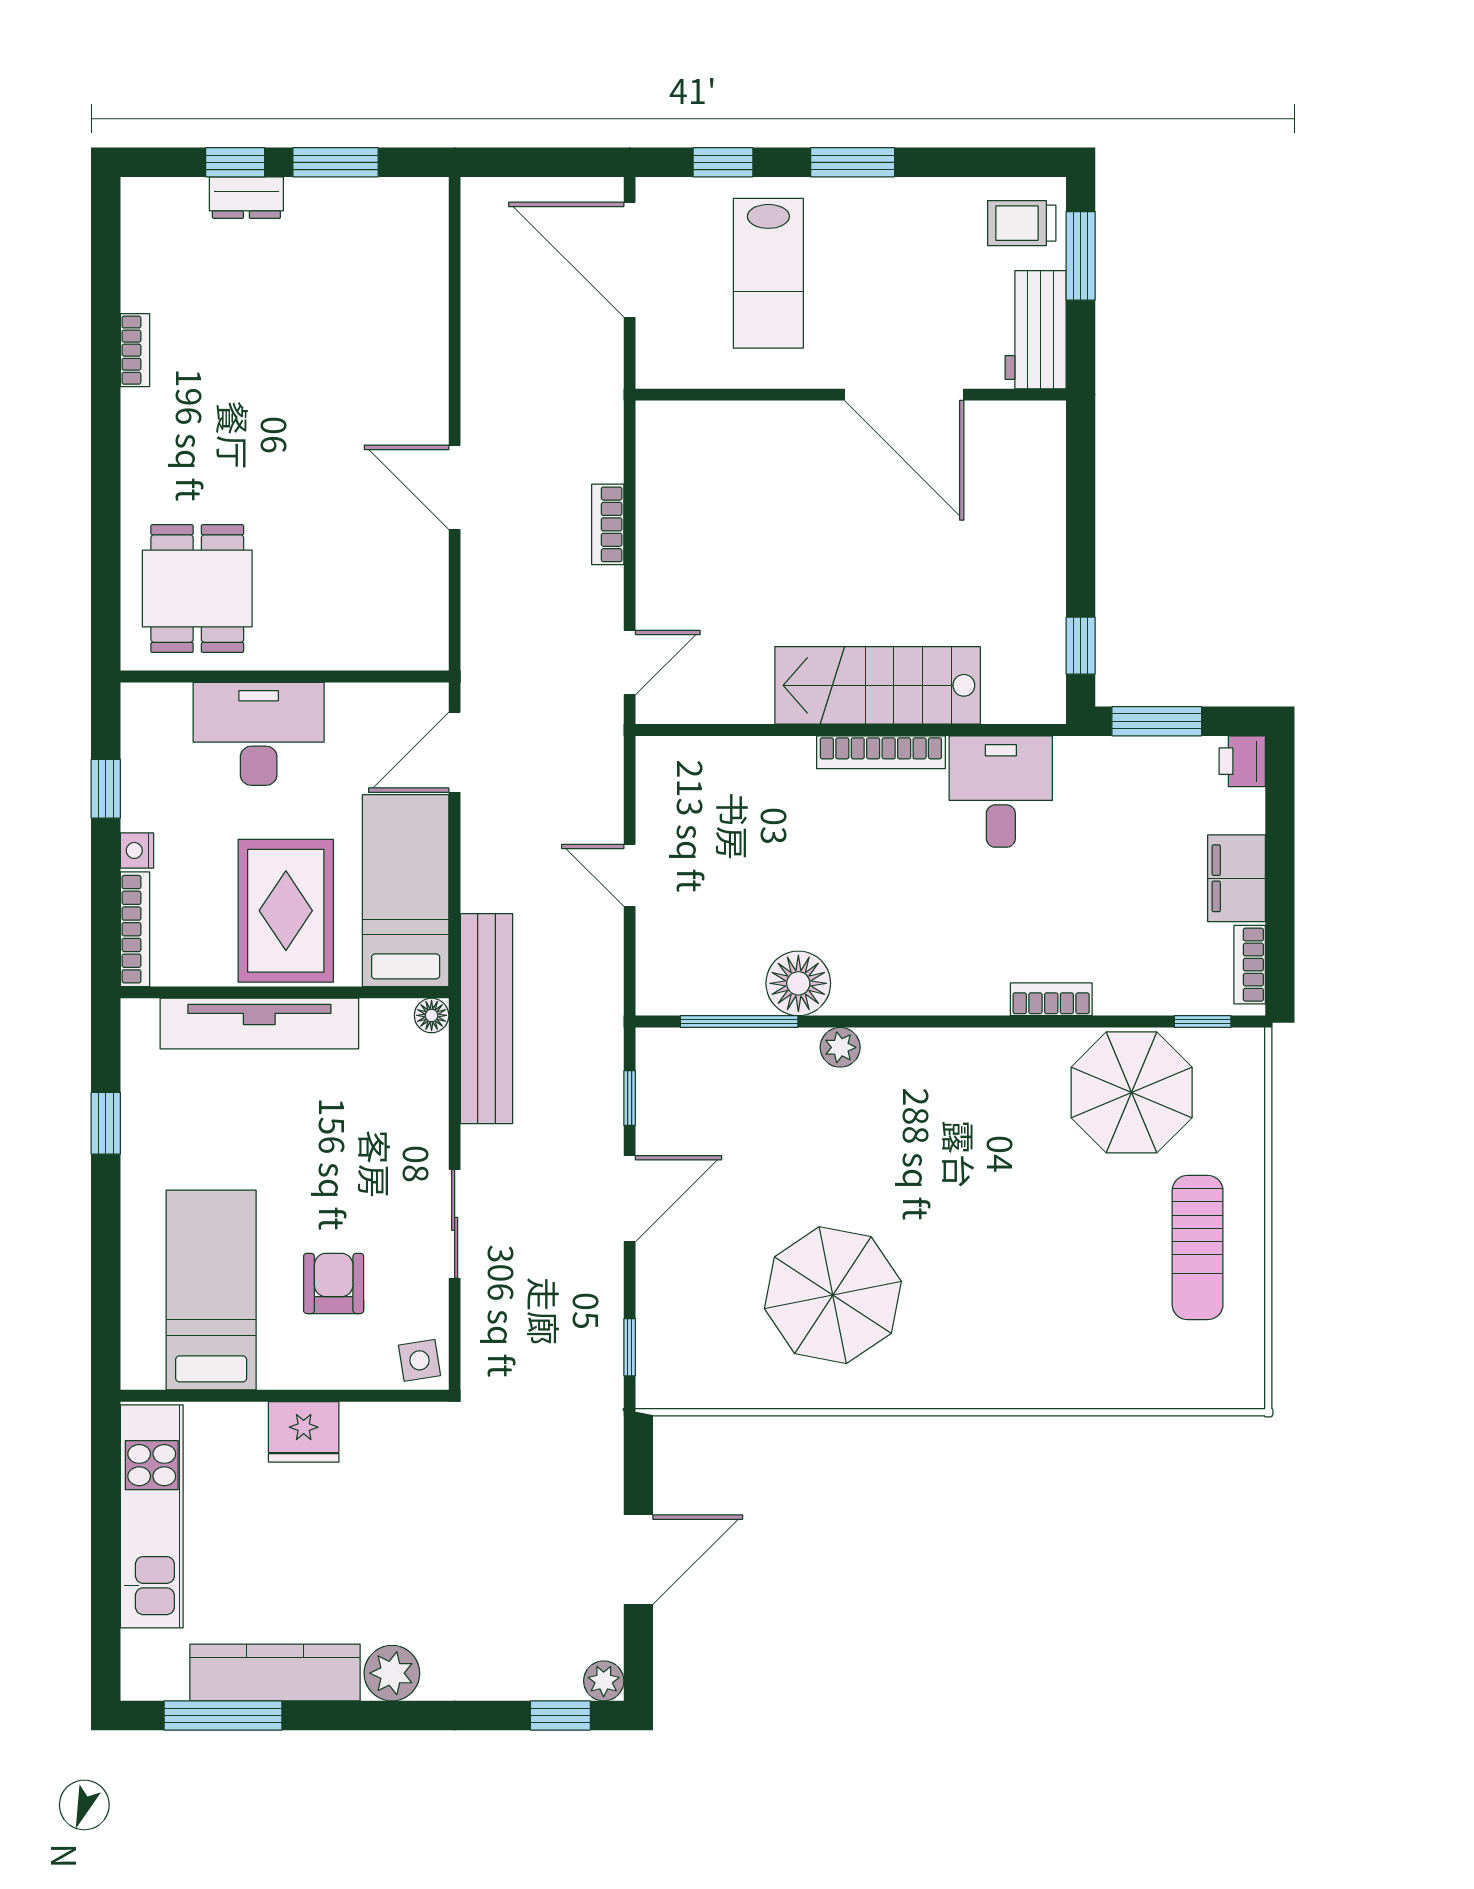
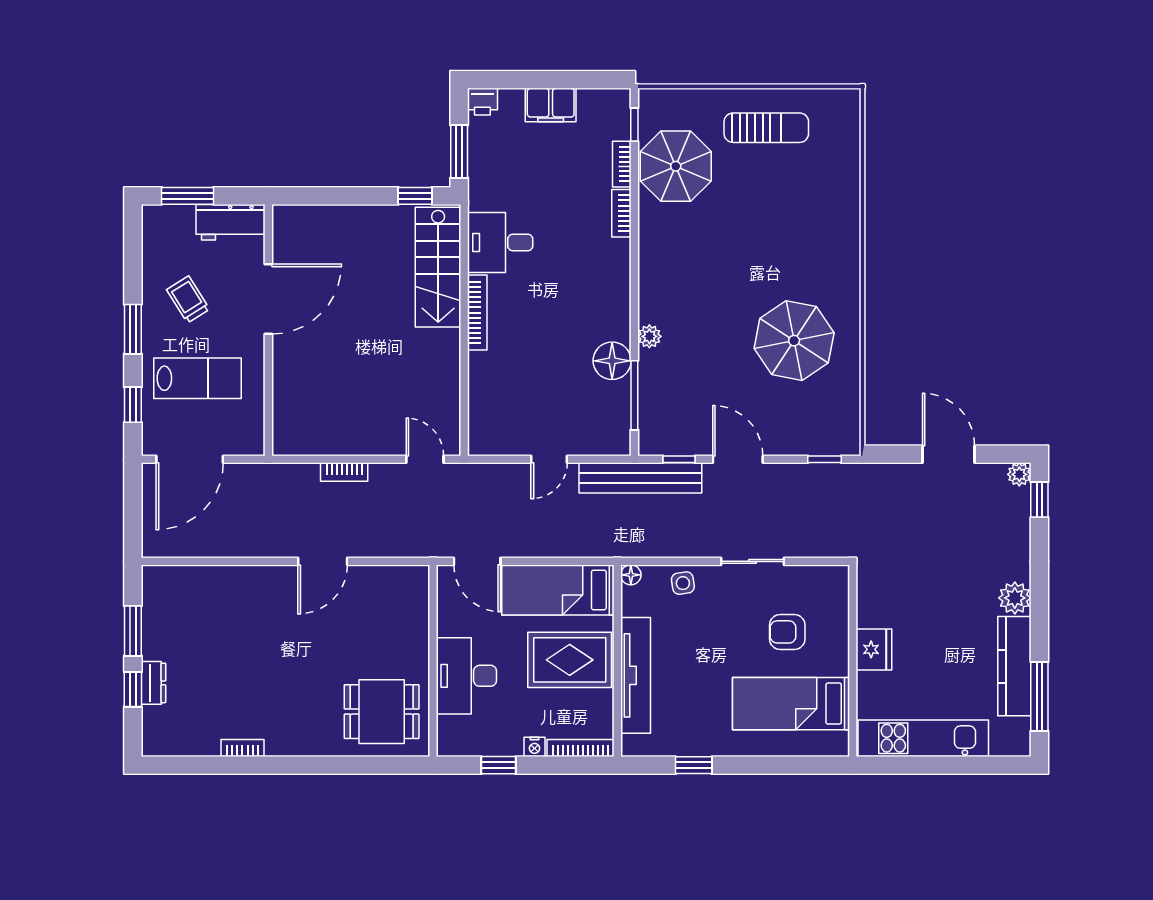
trolley: (1022, 223) -> (188, 299), moved, turned 148
stairs: (878, 685) -> (438, 267), moved
bookcase: (1250, 965) -> (622, 164), moved, turned 90
bench: (487, 1019) -> (640, 478), moved
side table: (420, 1360) -> (683, 583), moved

